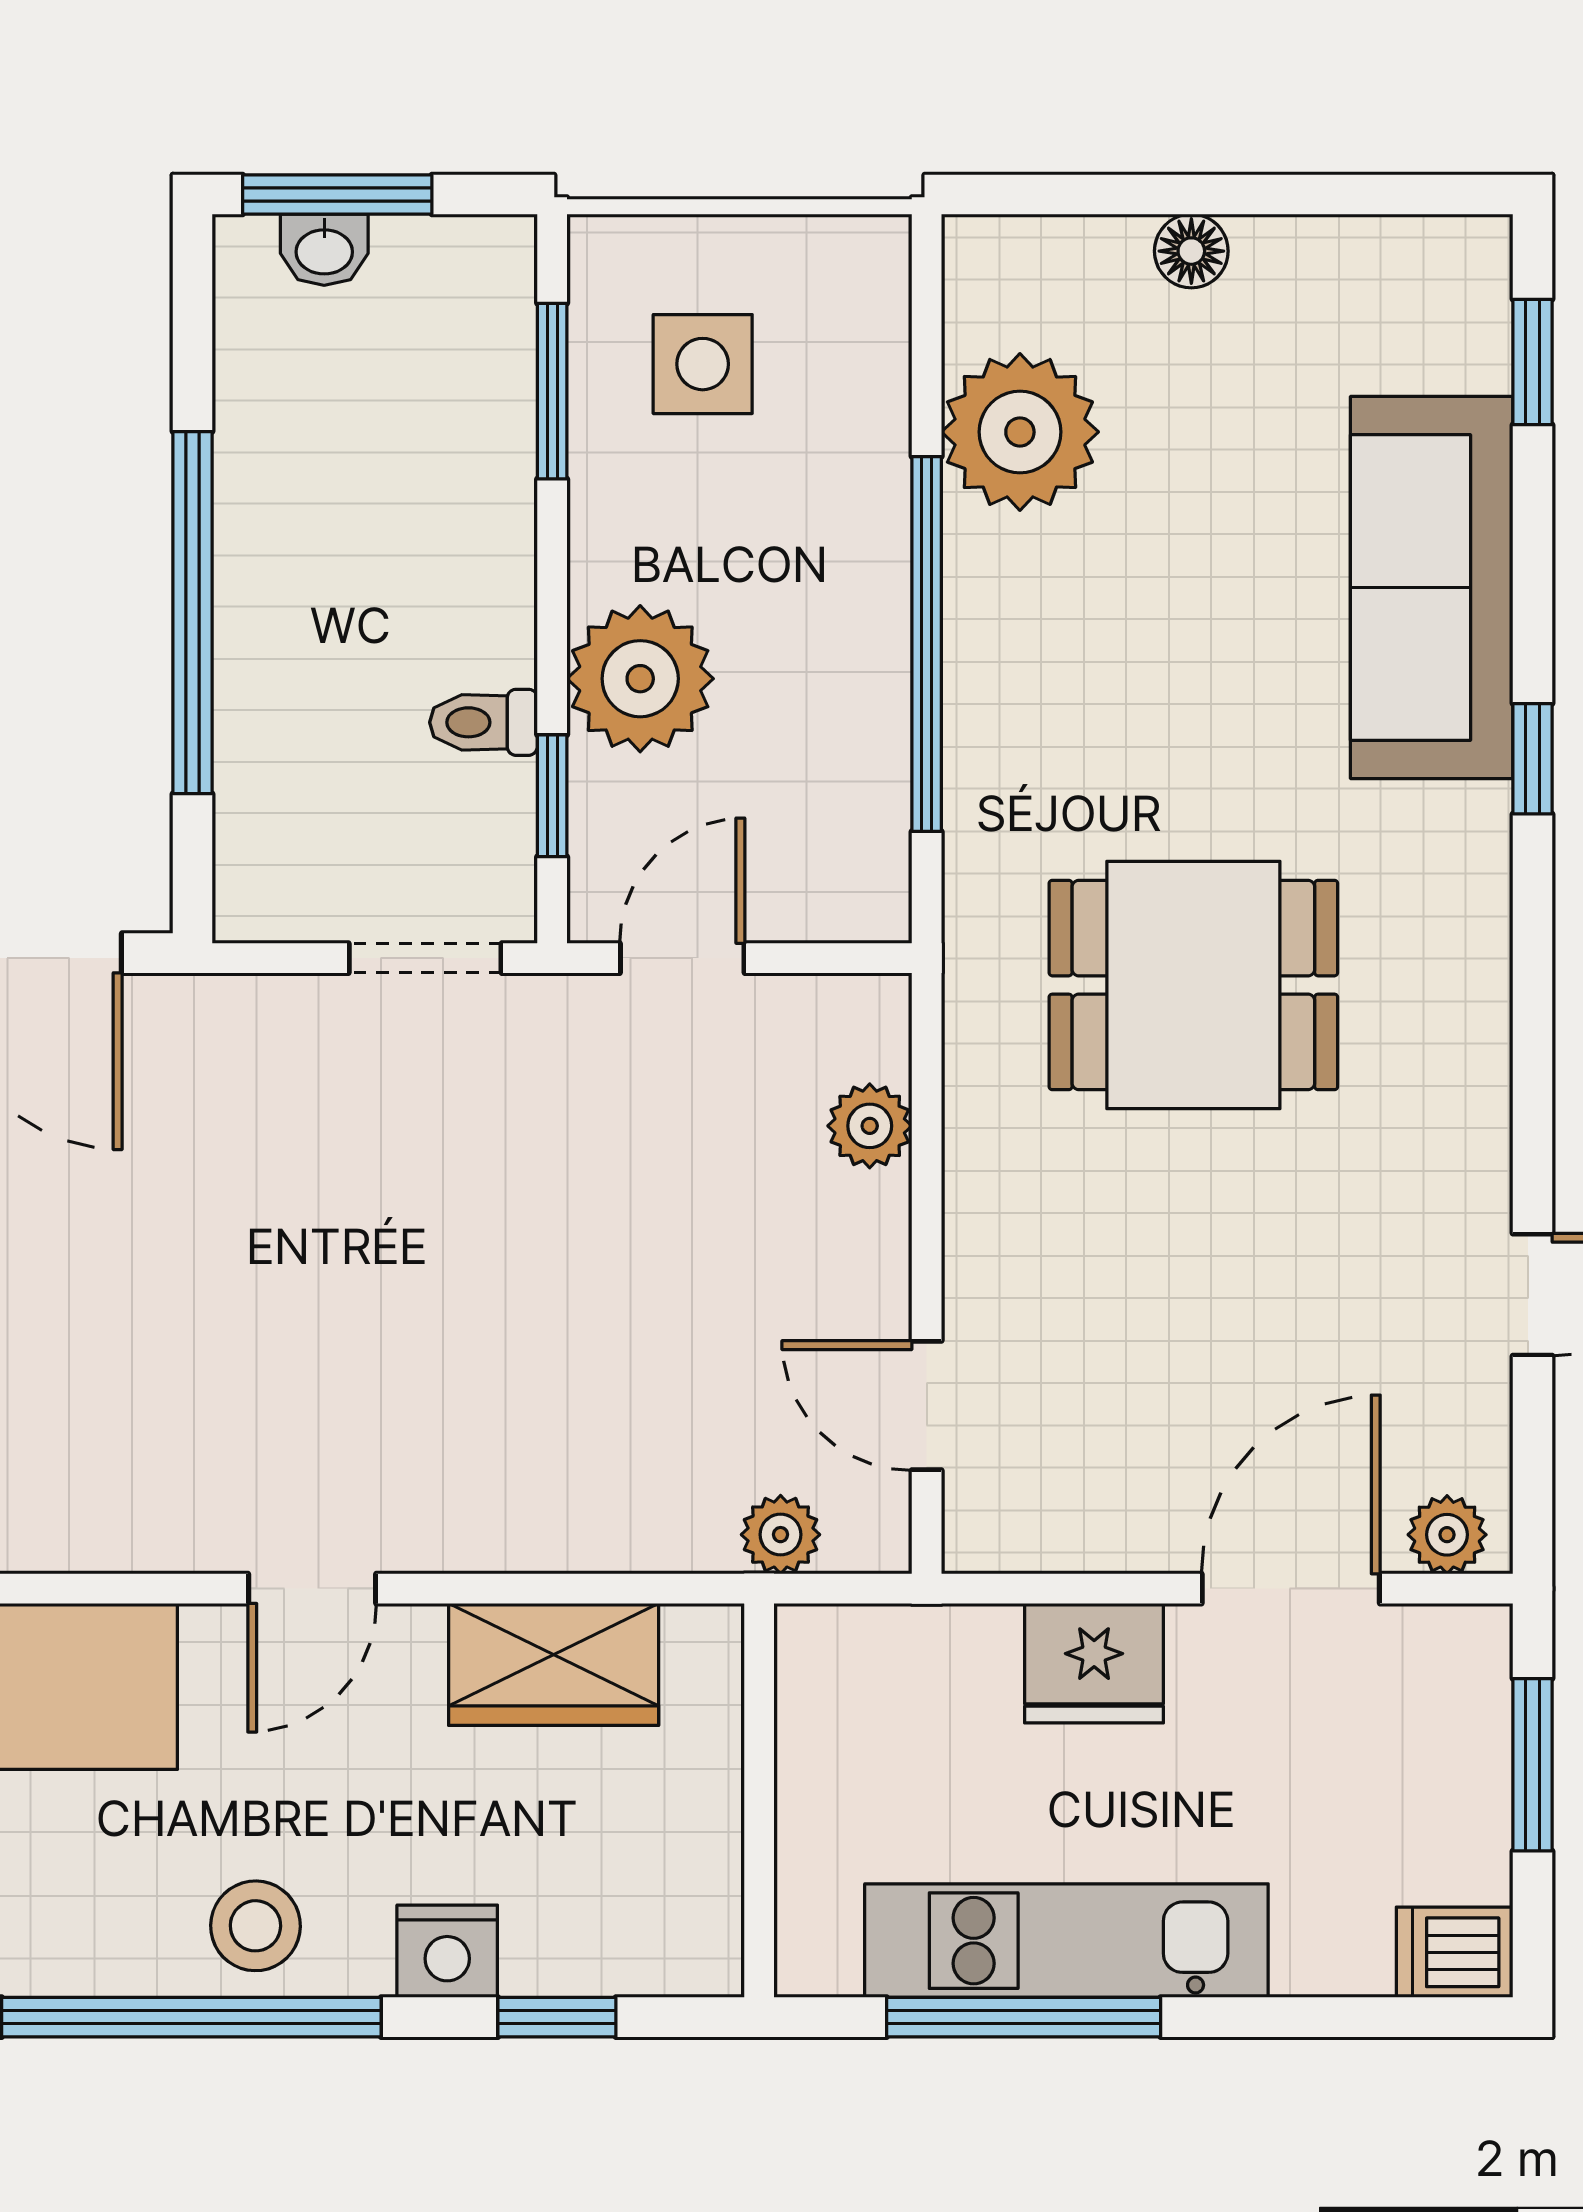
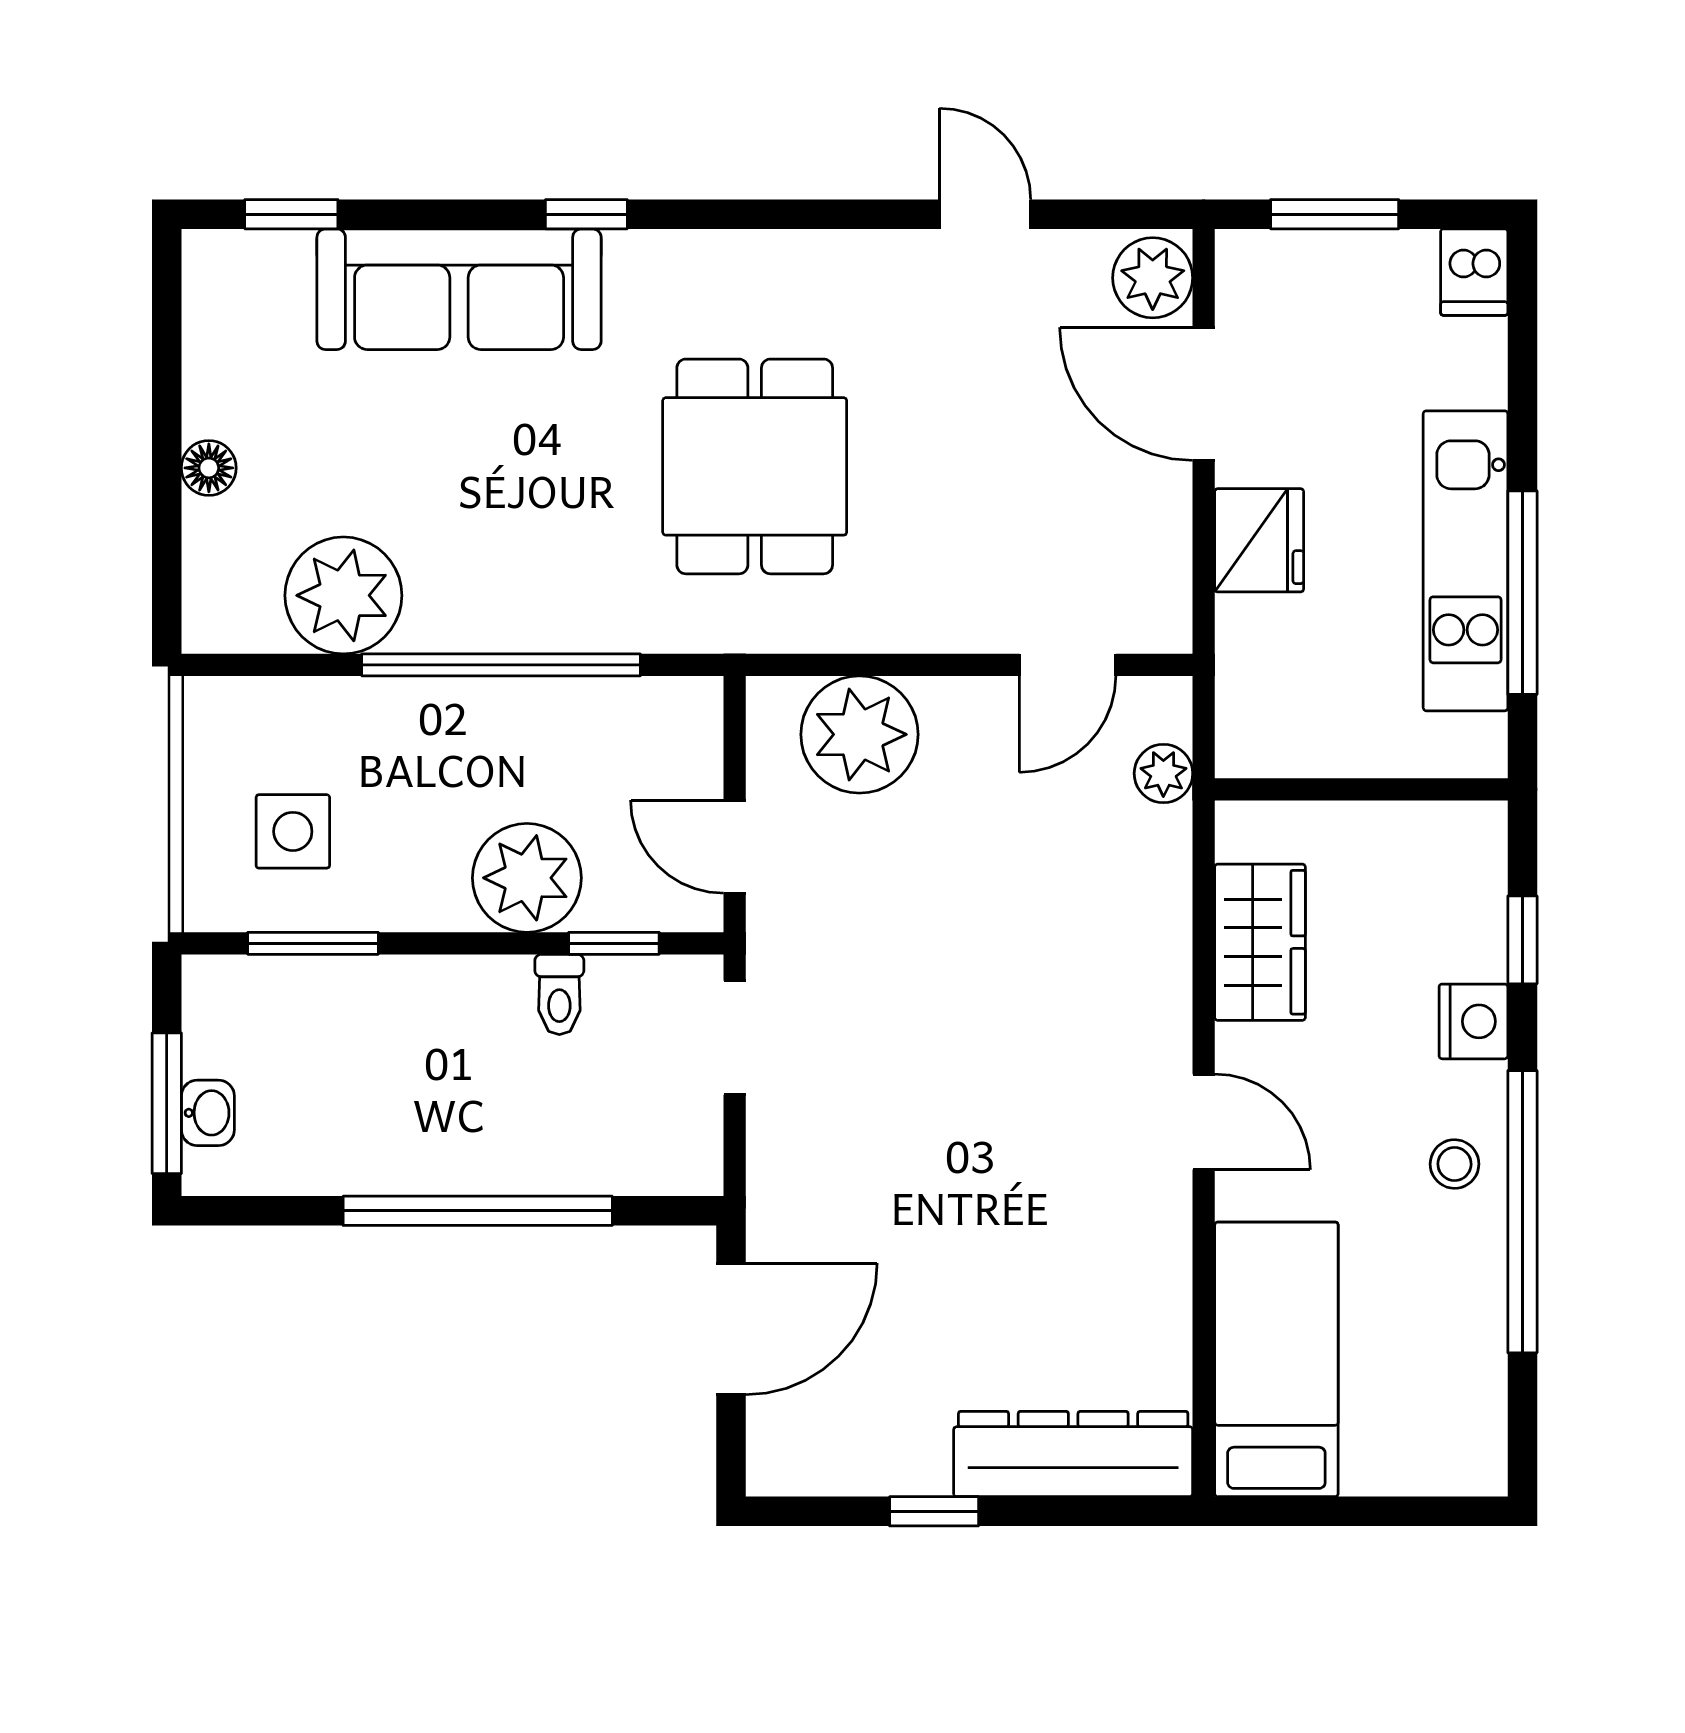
plant: (870, 1126) -> (859, 734), width x1.87, depth x1.87
plant: (1447, 1535) -> (1153, 278), width x1.38, depth x1.38
stool: (255, 1926) -> (1455, 1164), width x0.73, depth x0.73

